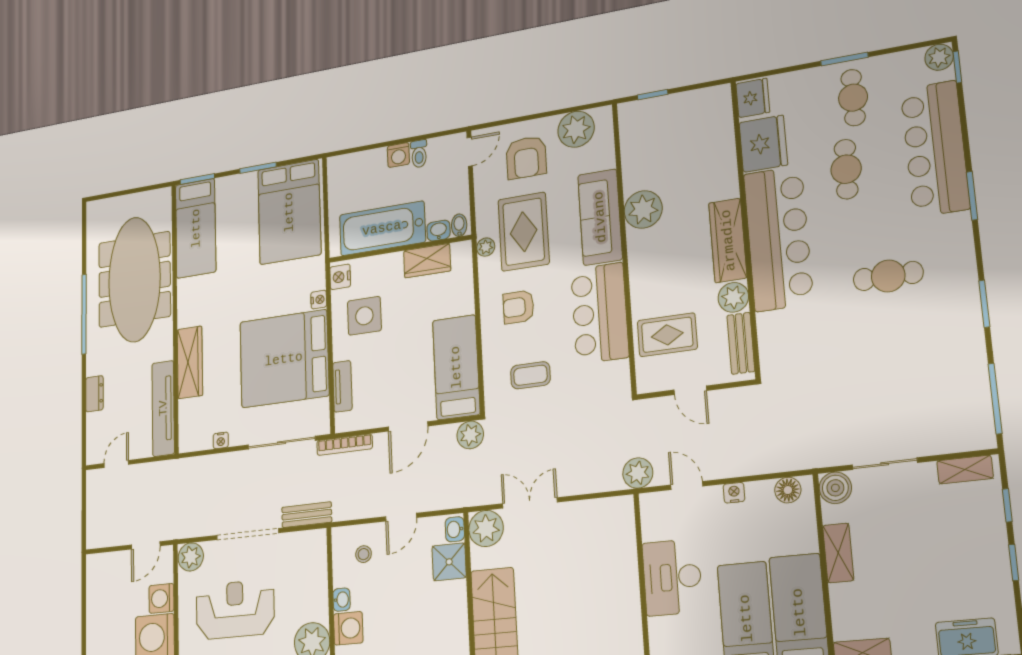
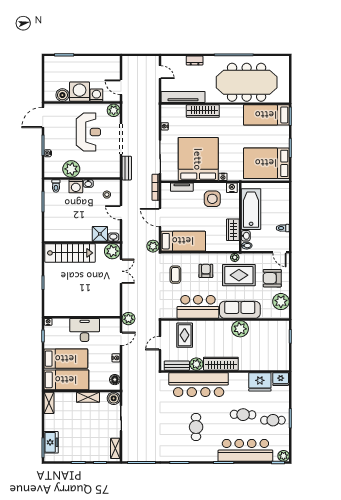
washing machine: (398, 155) -> (284, 218), removed
bar counter: (778, 238) -> (199, 385), moved

